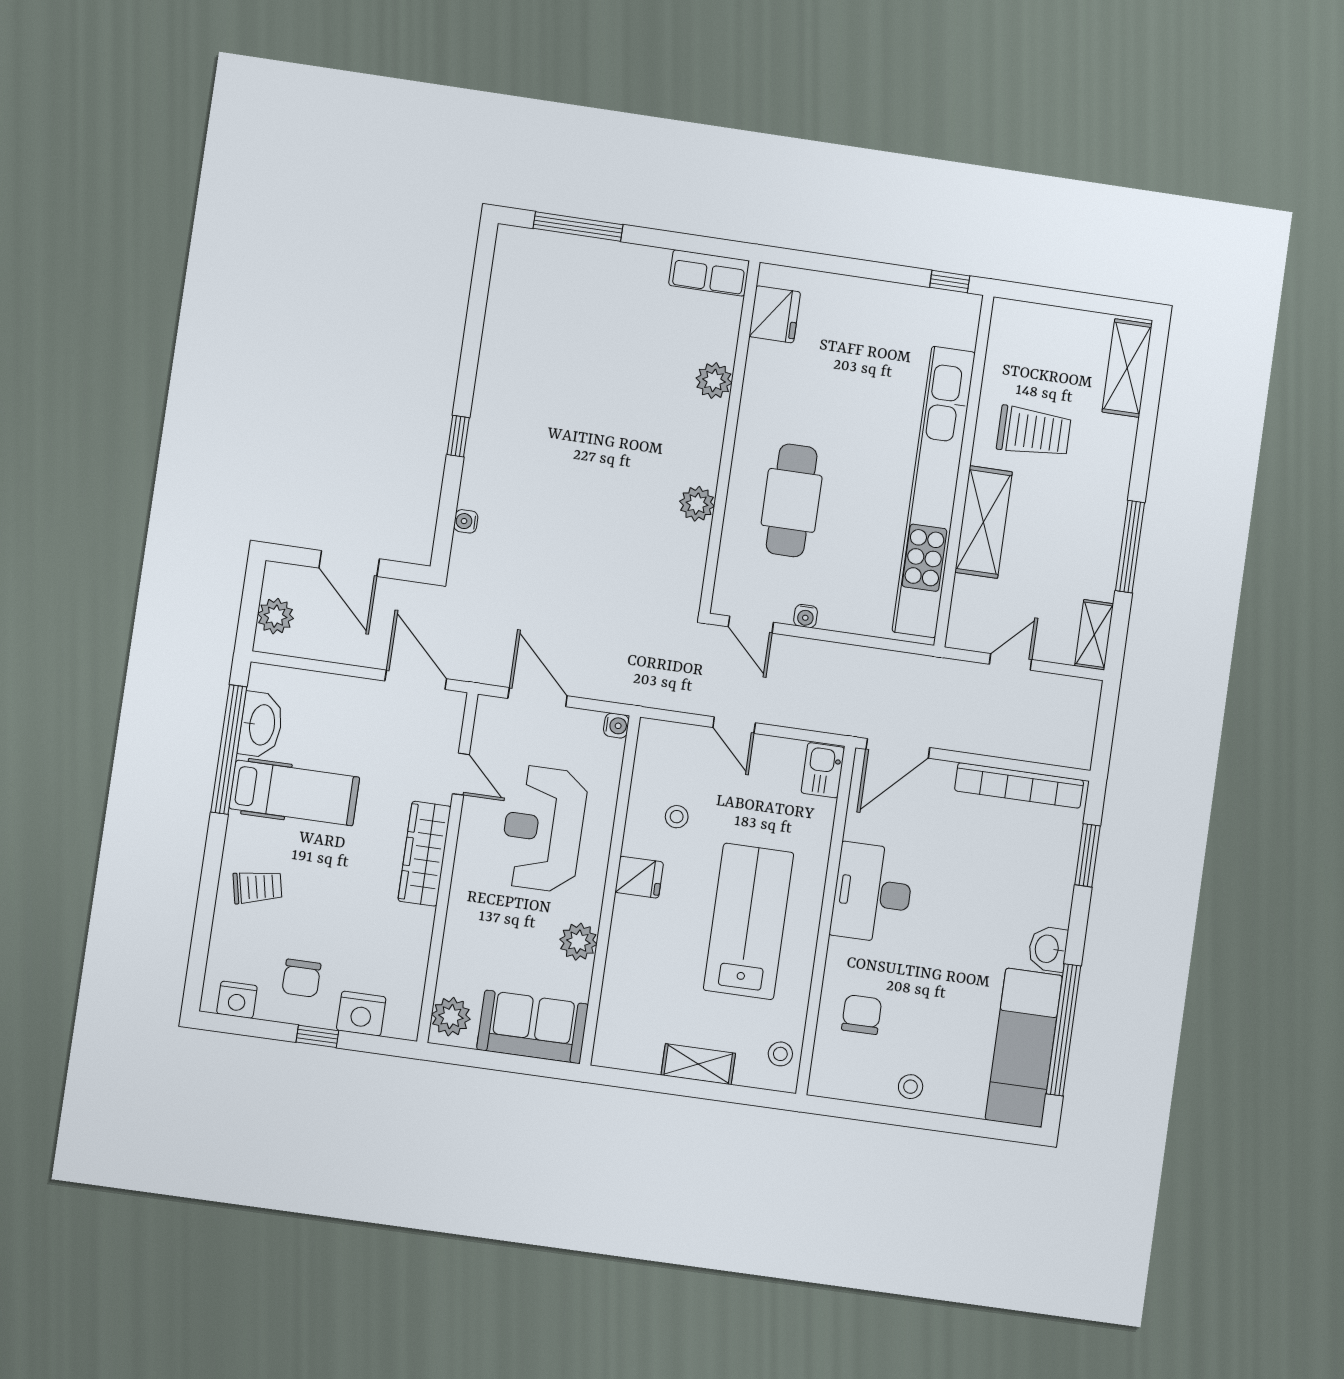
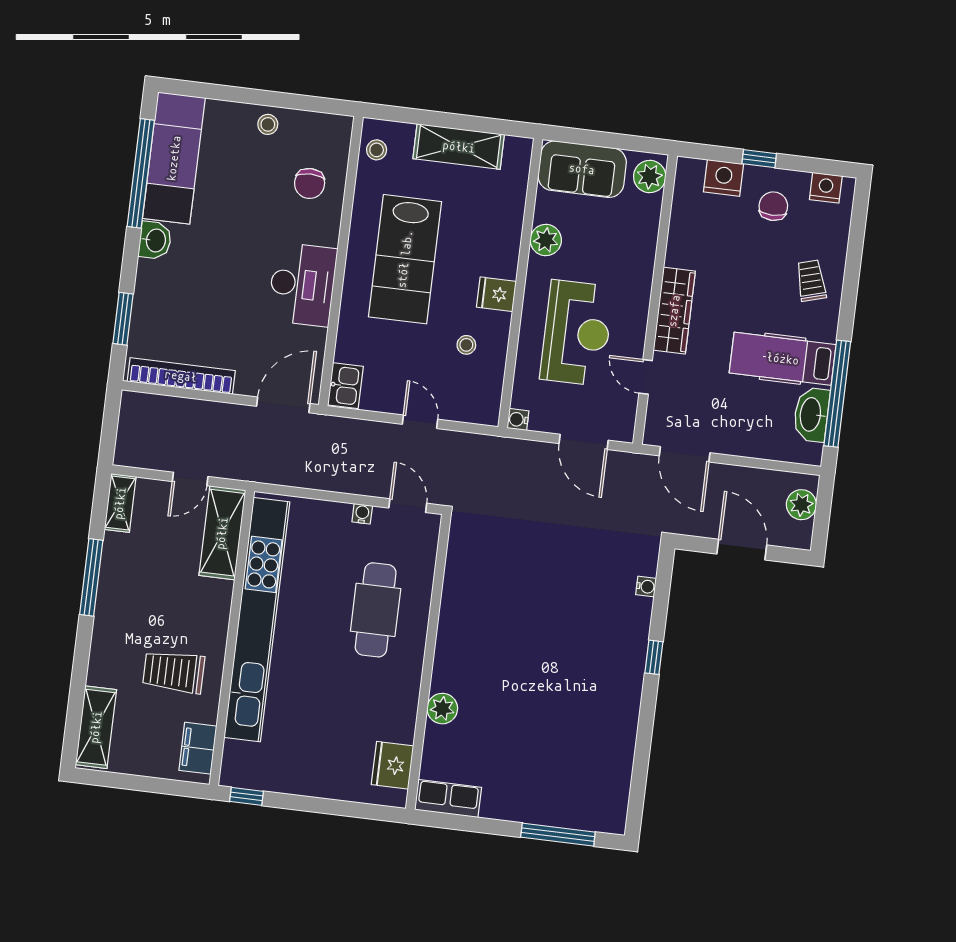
filing cabinet: (1007, 340) -> (198, 748), added
plant: (697, 504) -> (454, 605), removed
shelving: (984, 522) -> (222, 533), moved
trolley: (257, 887) -> (811, 281), turned 86
shelving: (698, 1064) -> (459, 147), width x1.50, depth x1.33

